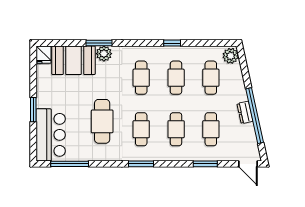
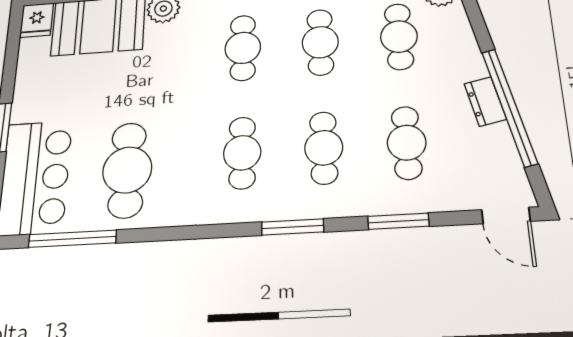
cafe table: (102, 121) -> (127, 170), moved
window: (141, 164) -> (293, 227), moved

